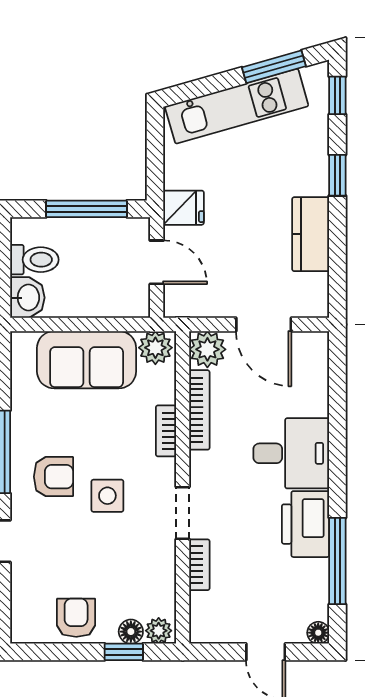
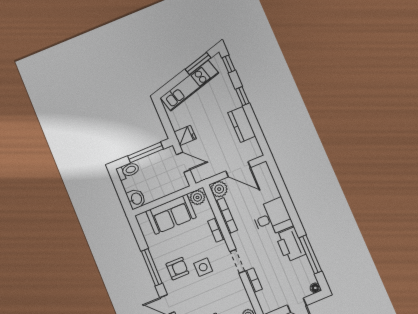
toilet: (34, 260) -> (128, 171), moved

